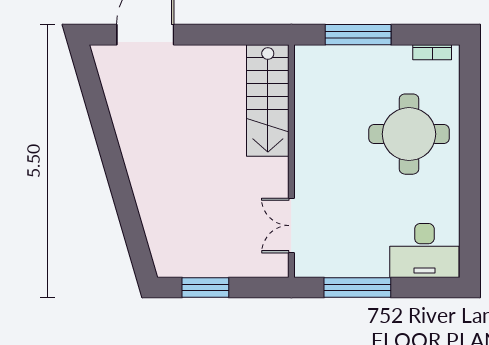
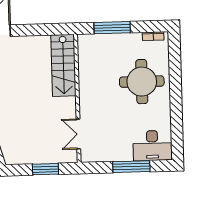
window: (205, 287) -> (45, 169), moved
window: (357, 287) -> (131, 167), moved

